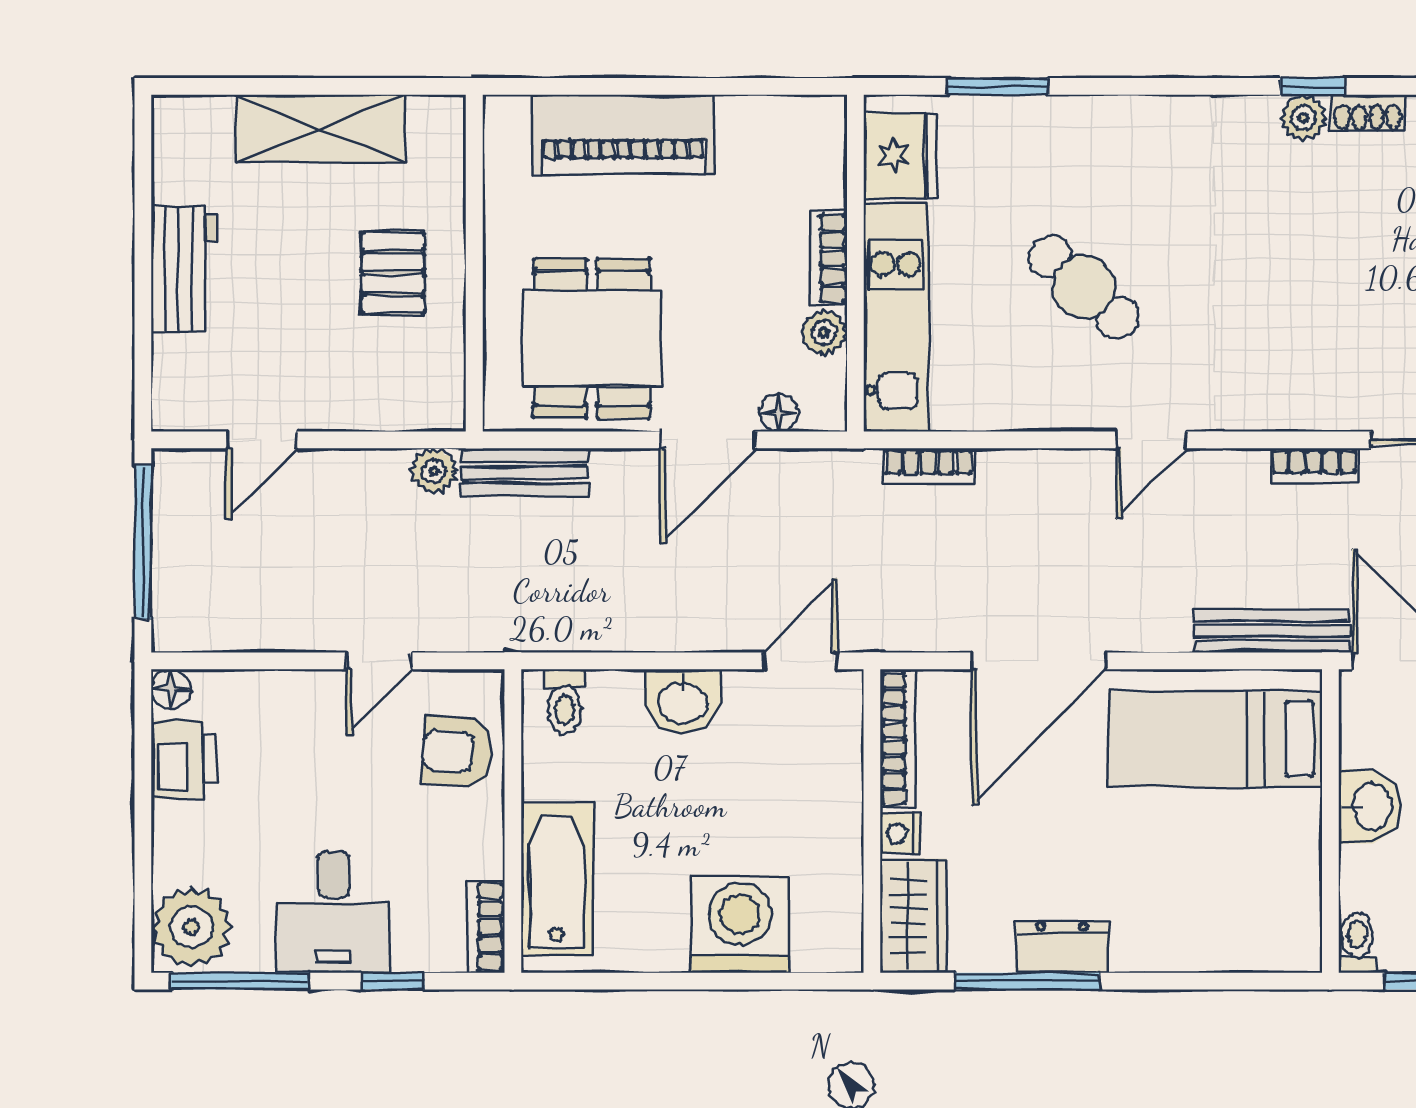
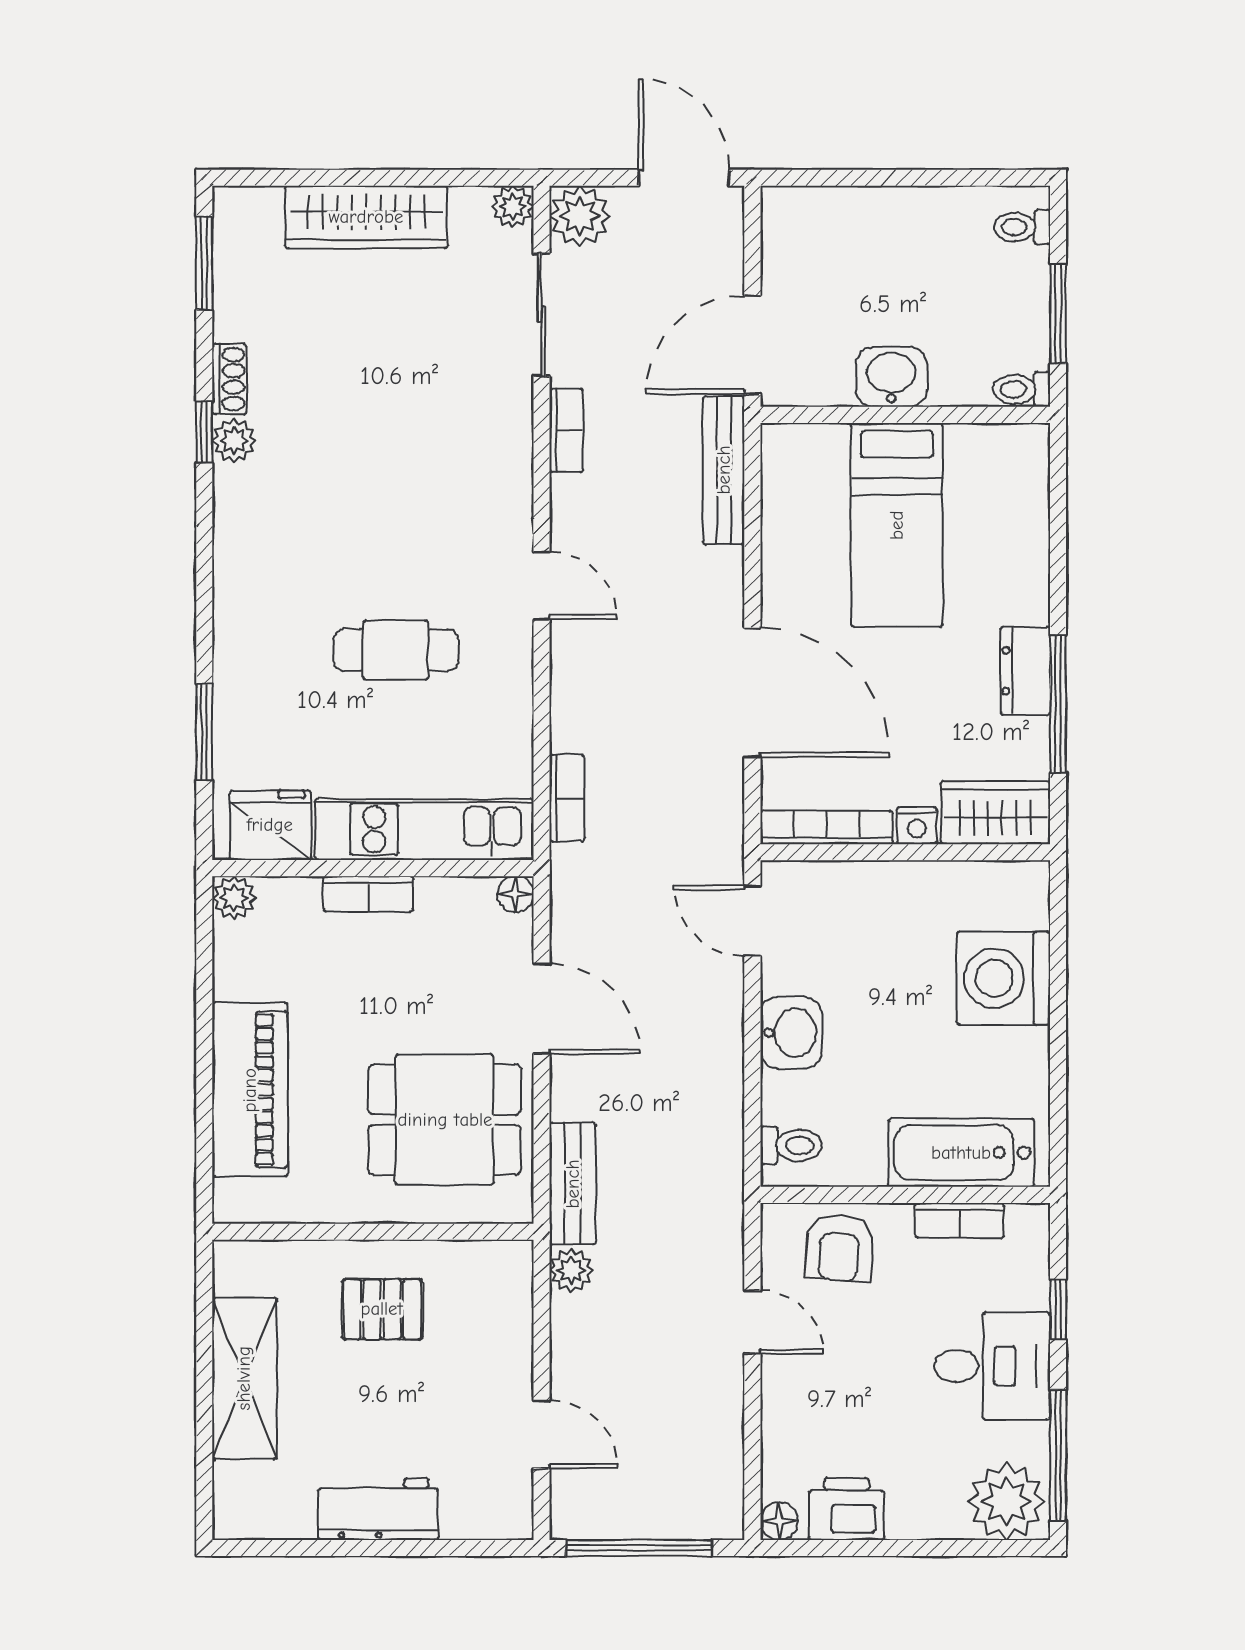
cafe table: (1084, 287) -> (396, 650), turned 48
plant: (824, 333) -> (234, 898), moved
floor lamp: (779, 413) -> (516, 894), moved
bed: (1215, 739) -> (897, 525), moved
bookcase: (486, 926) -> (960, 1220), moved

